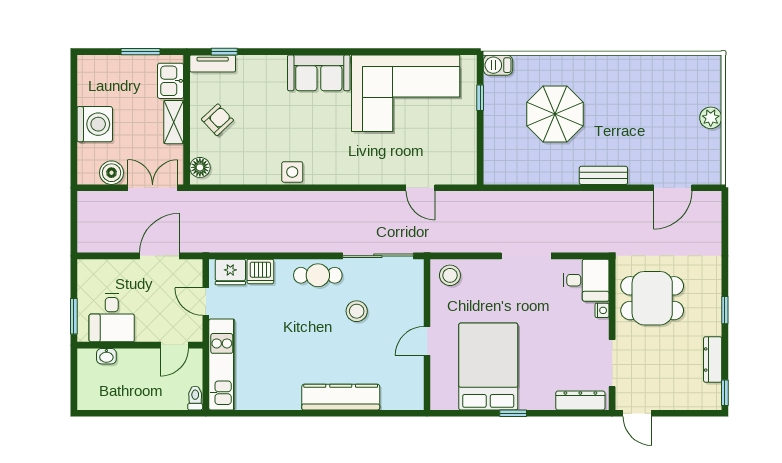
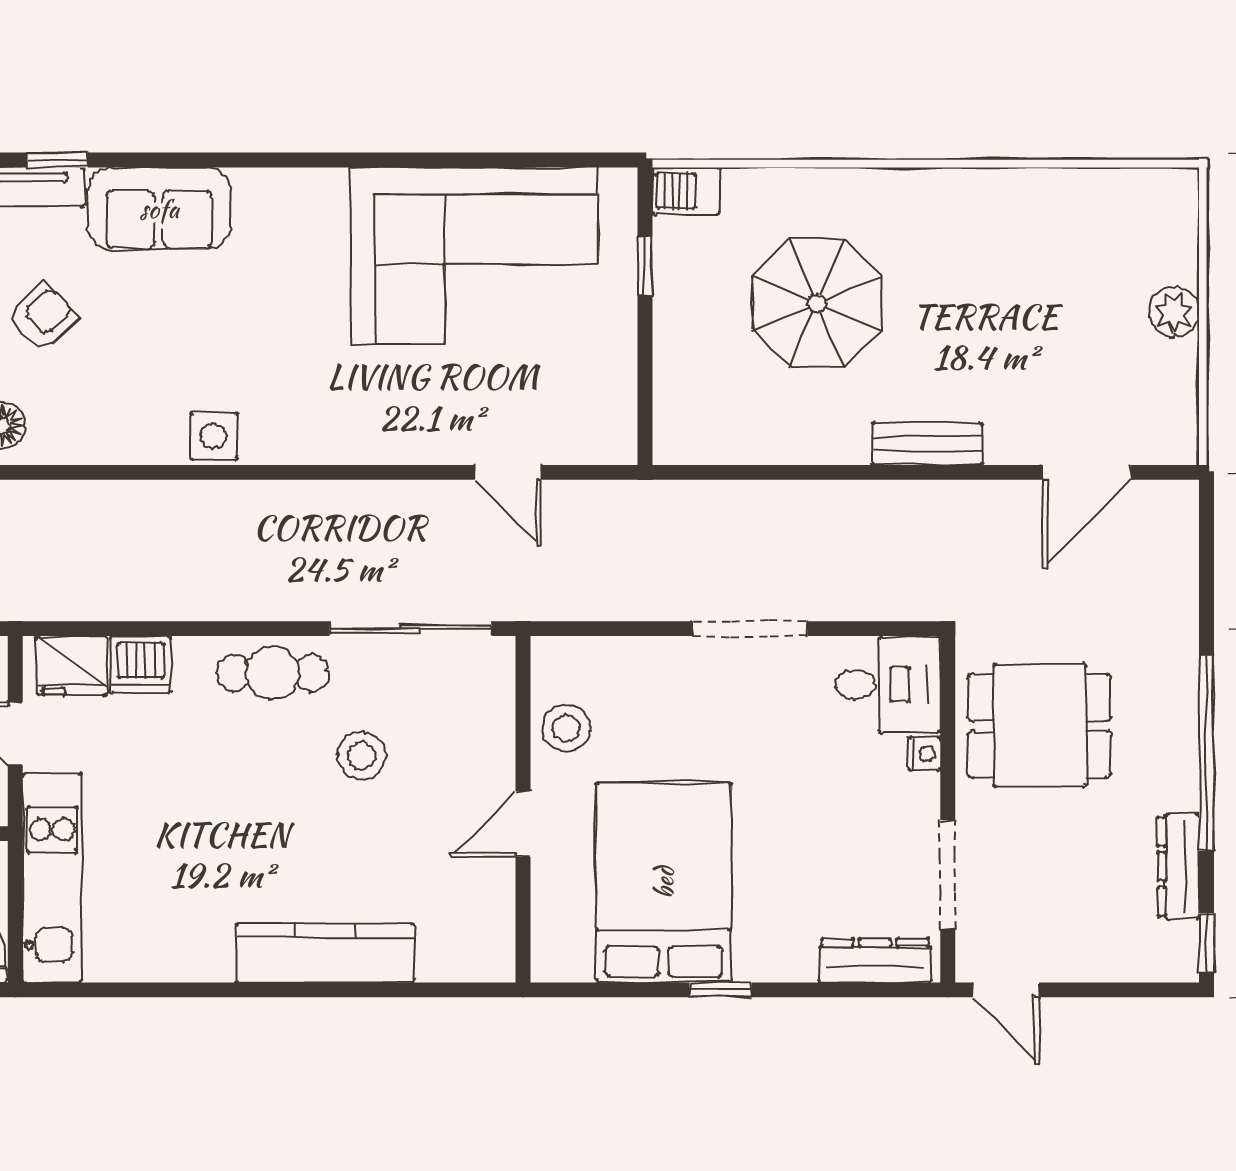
sofa: (319, 73) -> (159, 209), moved
stool: (450, 275) -> (566, 728), moved
window: (725, 310) -> (1206, 753), width x3.17

